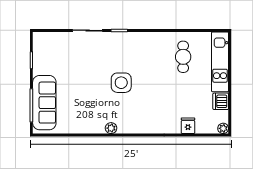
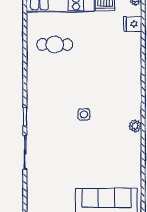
side table: (121, 83) -> (84, 114), width x0.54, depth x0.54
fridge: (188, 126) -> (133, 24), moved

